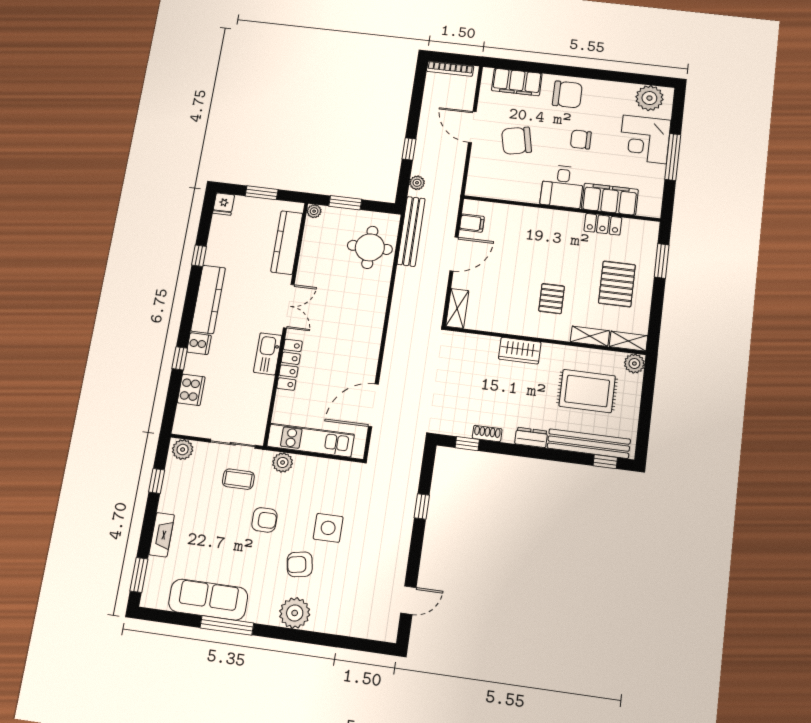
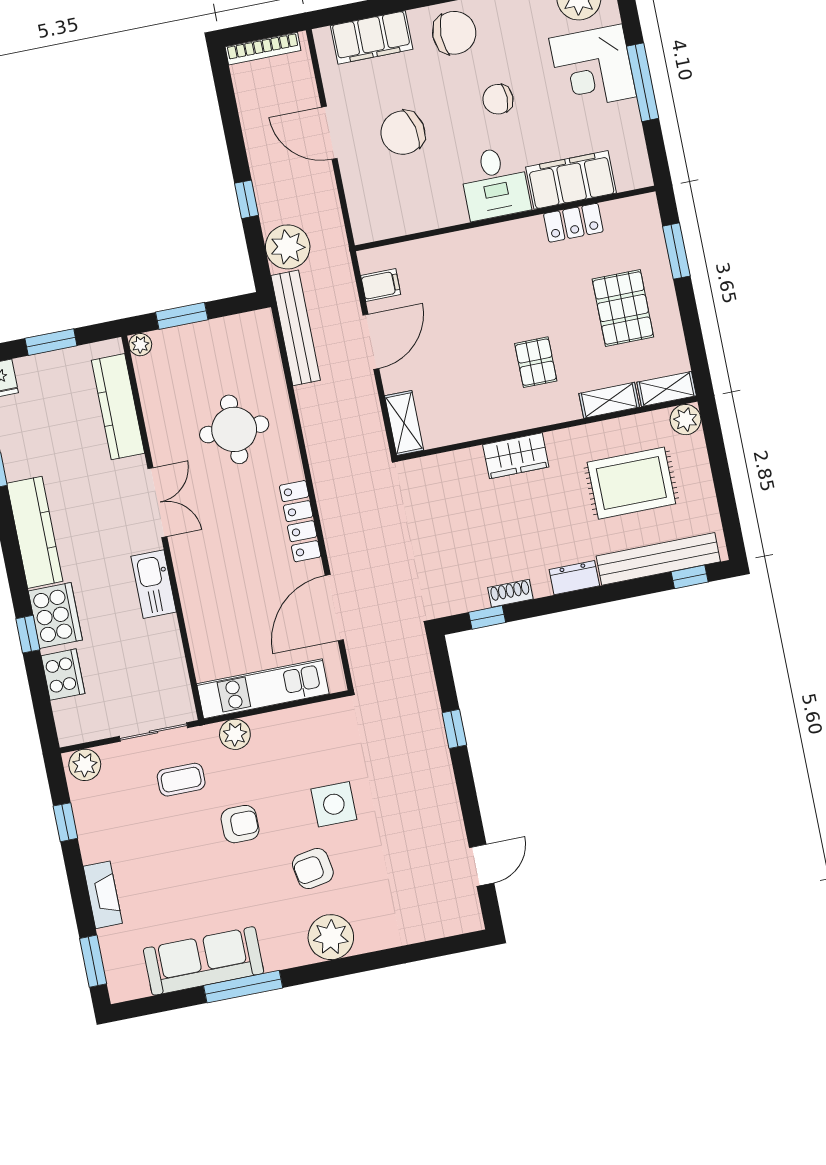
plant: (417, 183) -> (288, 247), width x1.87, depth x1.87
round table: (370, 247) -> (234, 429), moved
cooker: (199, 344) -> (55, 615), width x1.87, depth x1.31
locker: (290, 365) -> (300, 521), moved, turned 180

